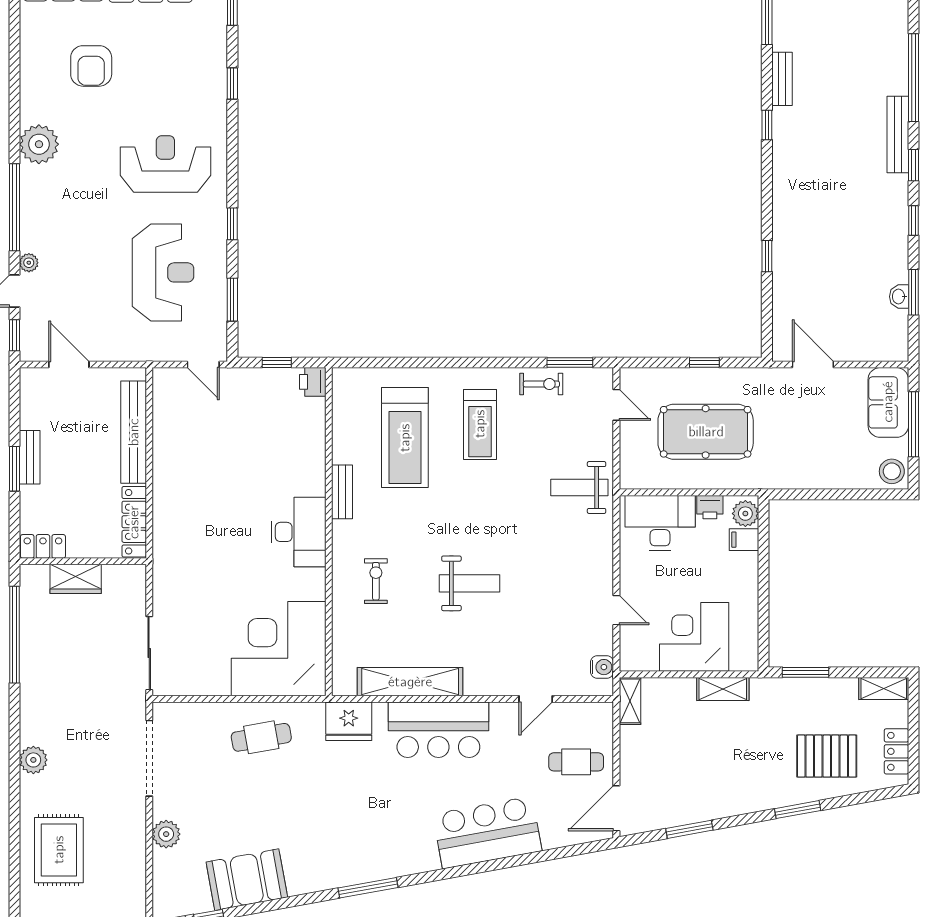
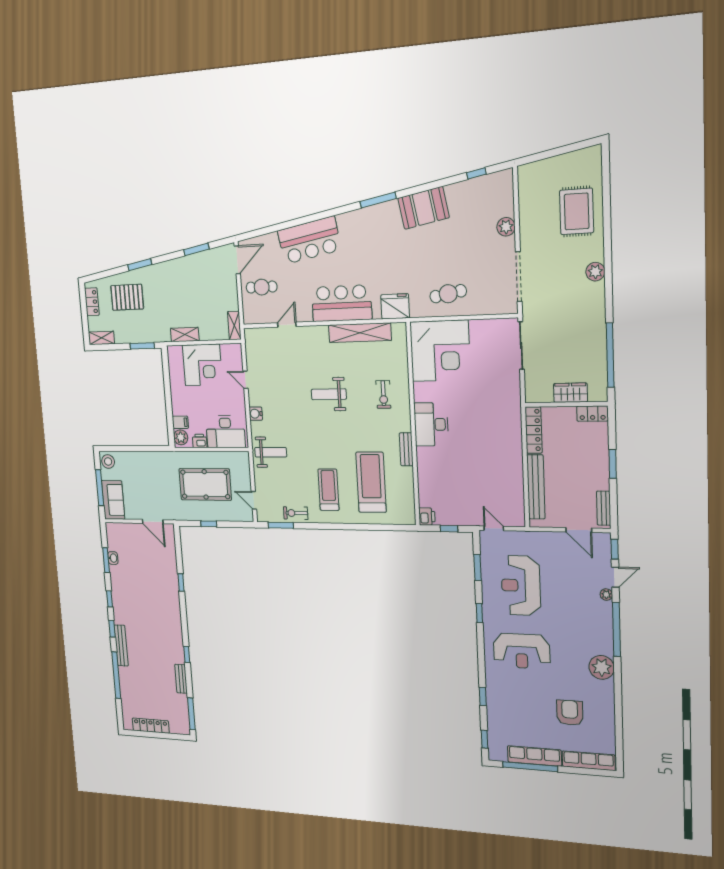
bench: (30, 457) -> (604, 508), moved
water cooler: (602, 667) -> (256, 414), moved
booth: (247, 880) -> (423, 208), moved

